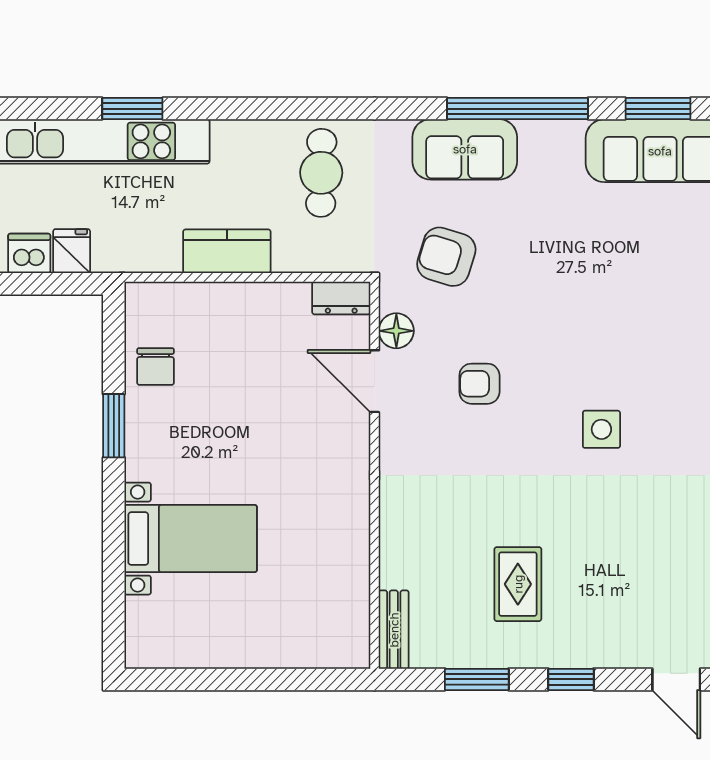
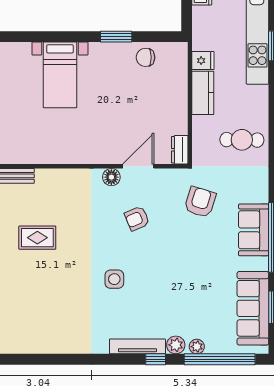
sofa: (465, 149) -> (254, 230), moved
fridge: (72, 251) -> (203, 61), moved
floor lamp: (396, 331) -> (111, 177), moved
armchair: (479, 384) -> (137, 218), turned -113

